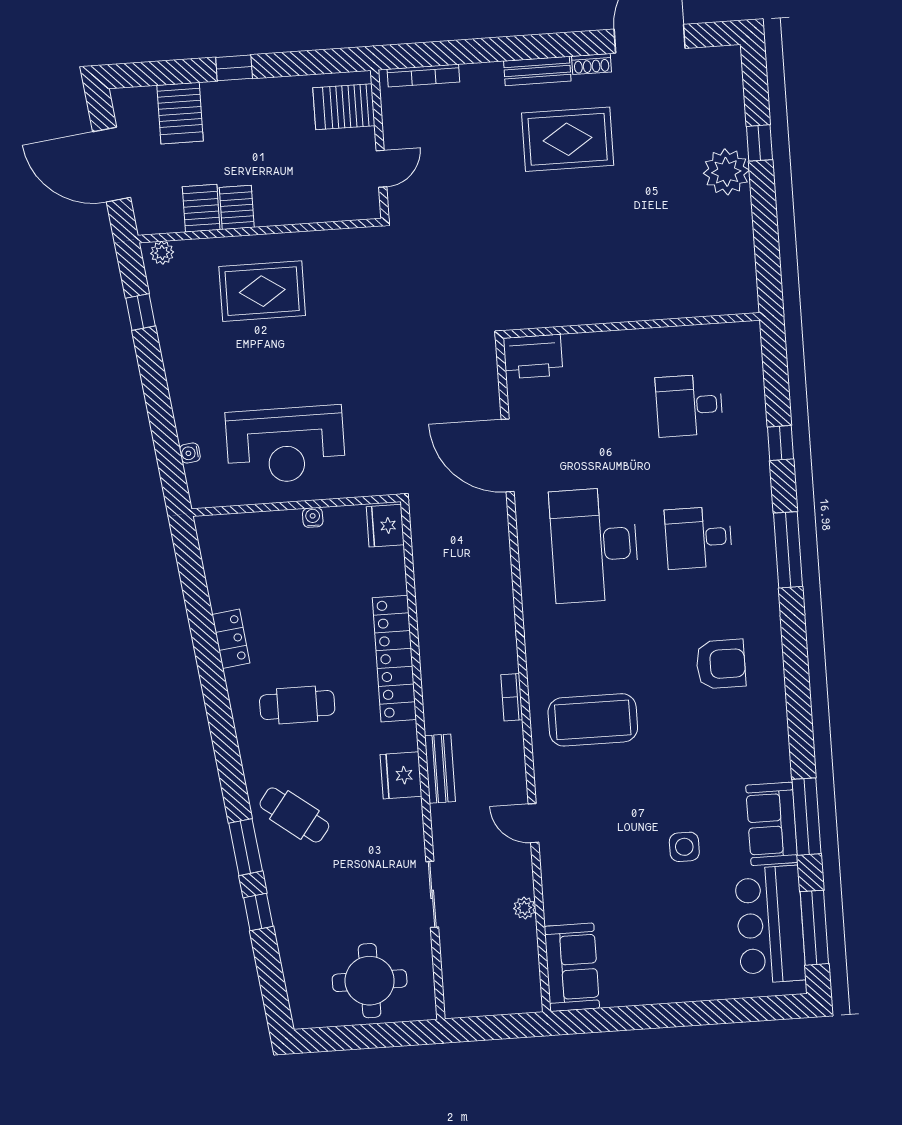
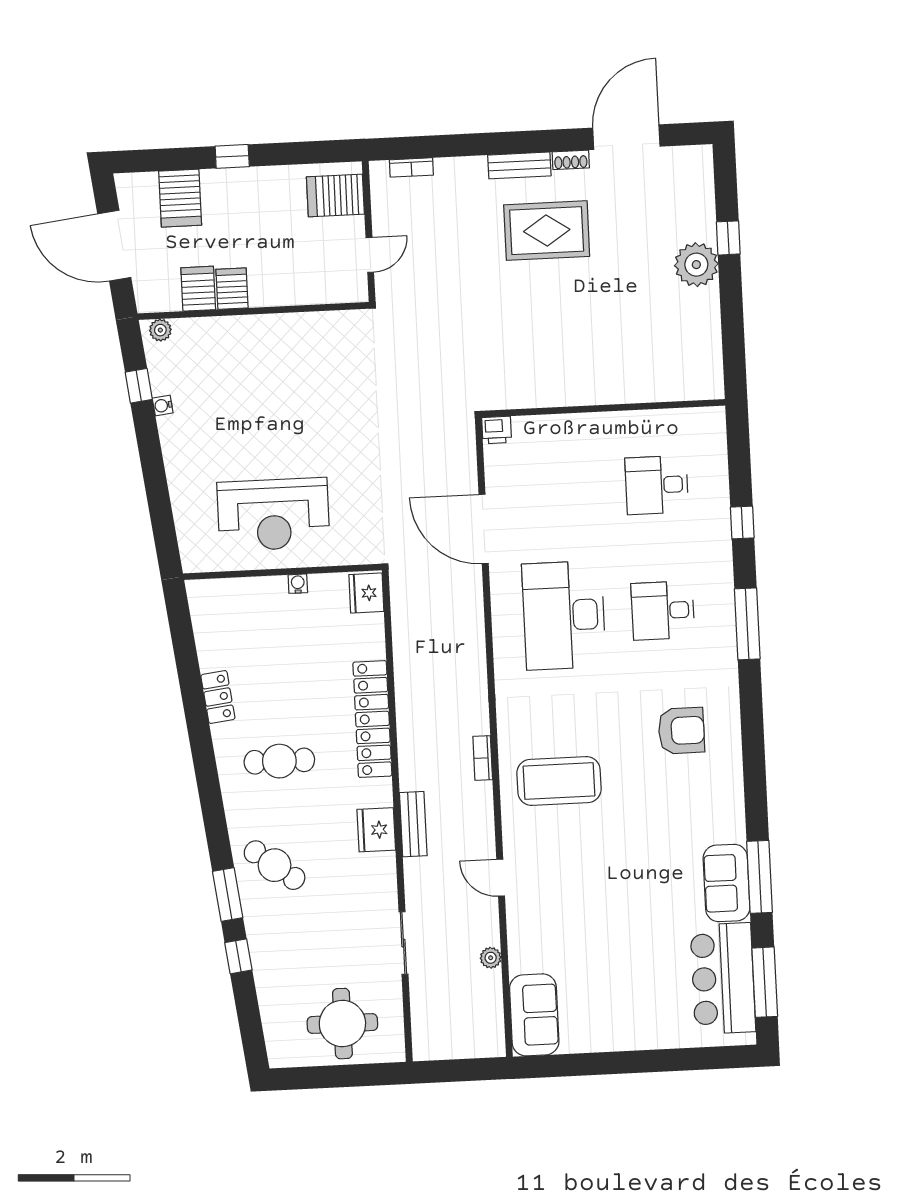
bookcase: (423, 76) -> (411, 167), width x0.64
rug: (262, 291) -> (254, 368), removed
printer: (533, 357) -> (497, 430), width x0.53, depth x0.68
water cooler: (190, 453) -> (163, 405), moved
side table: (684, 847) -> (643, 903), removed

